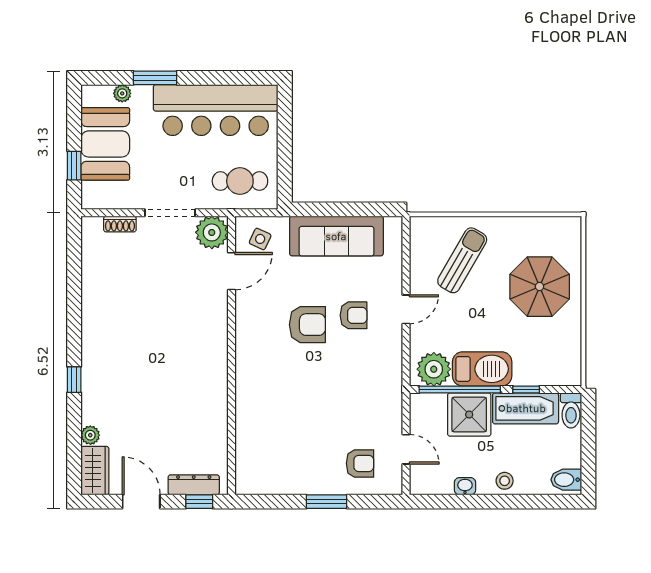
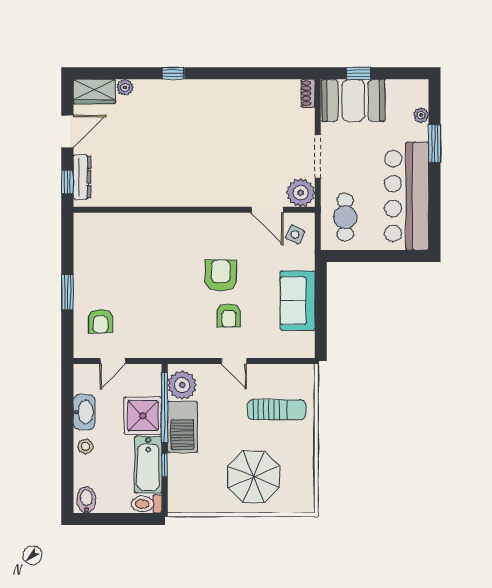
booth: (105, 144) -> (353, 100), moved
shoe rack: (120, 224) -> (308, 93), moved
sofa: (336, 236) -> (298, 301), width x0.73
sun lounger: (462, 260) -> (276, 410), turned -30
armchair: (307, 325) -> (221, 276), turned 180
washbasin: (465, 486) -> (84, 412), width x1.91, depth x1.45

